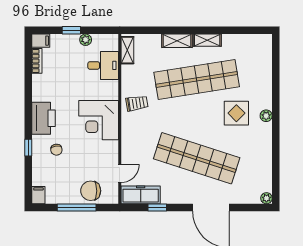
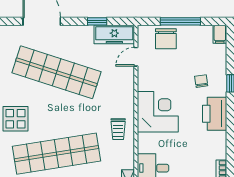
trolley: (137, 103) -> (118, 129), turned -81
chair: (91, 191) -> (166, 39), turned 90

